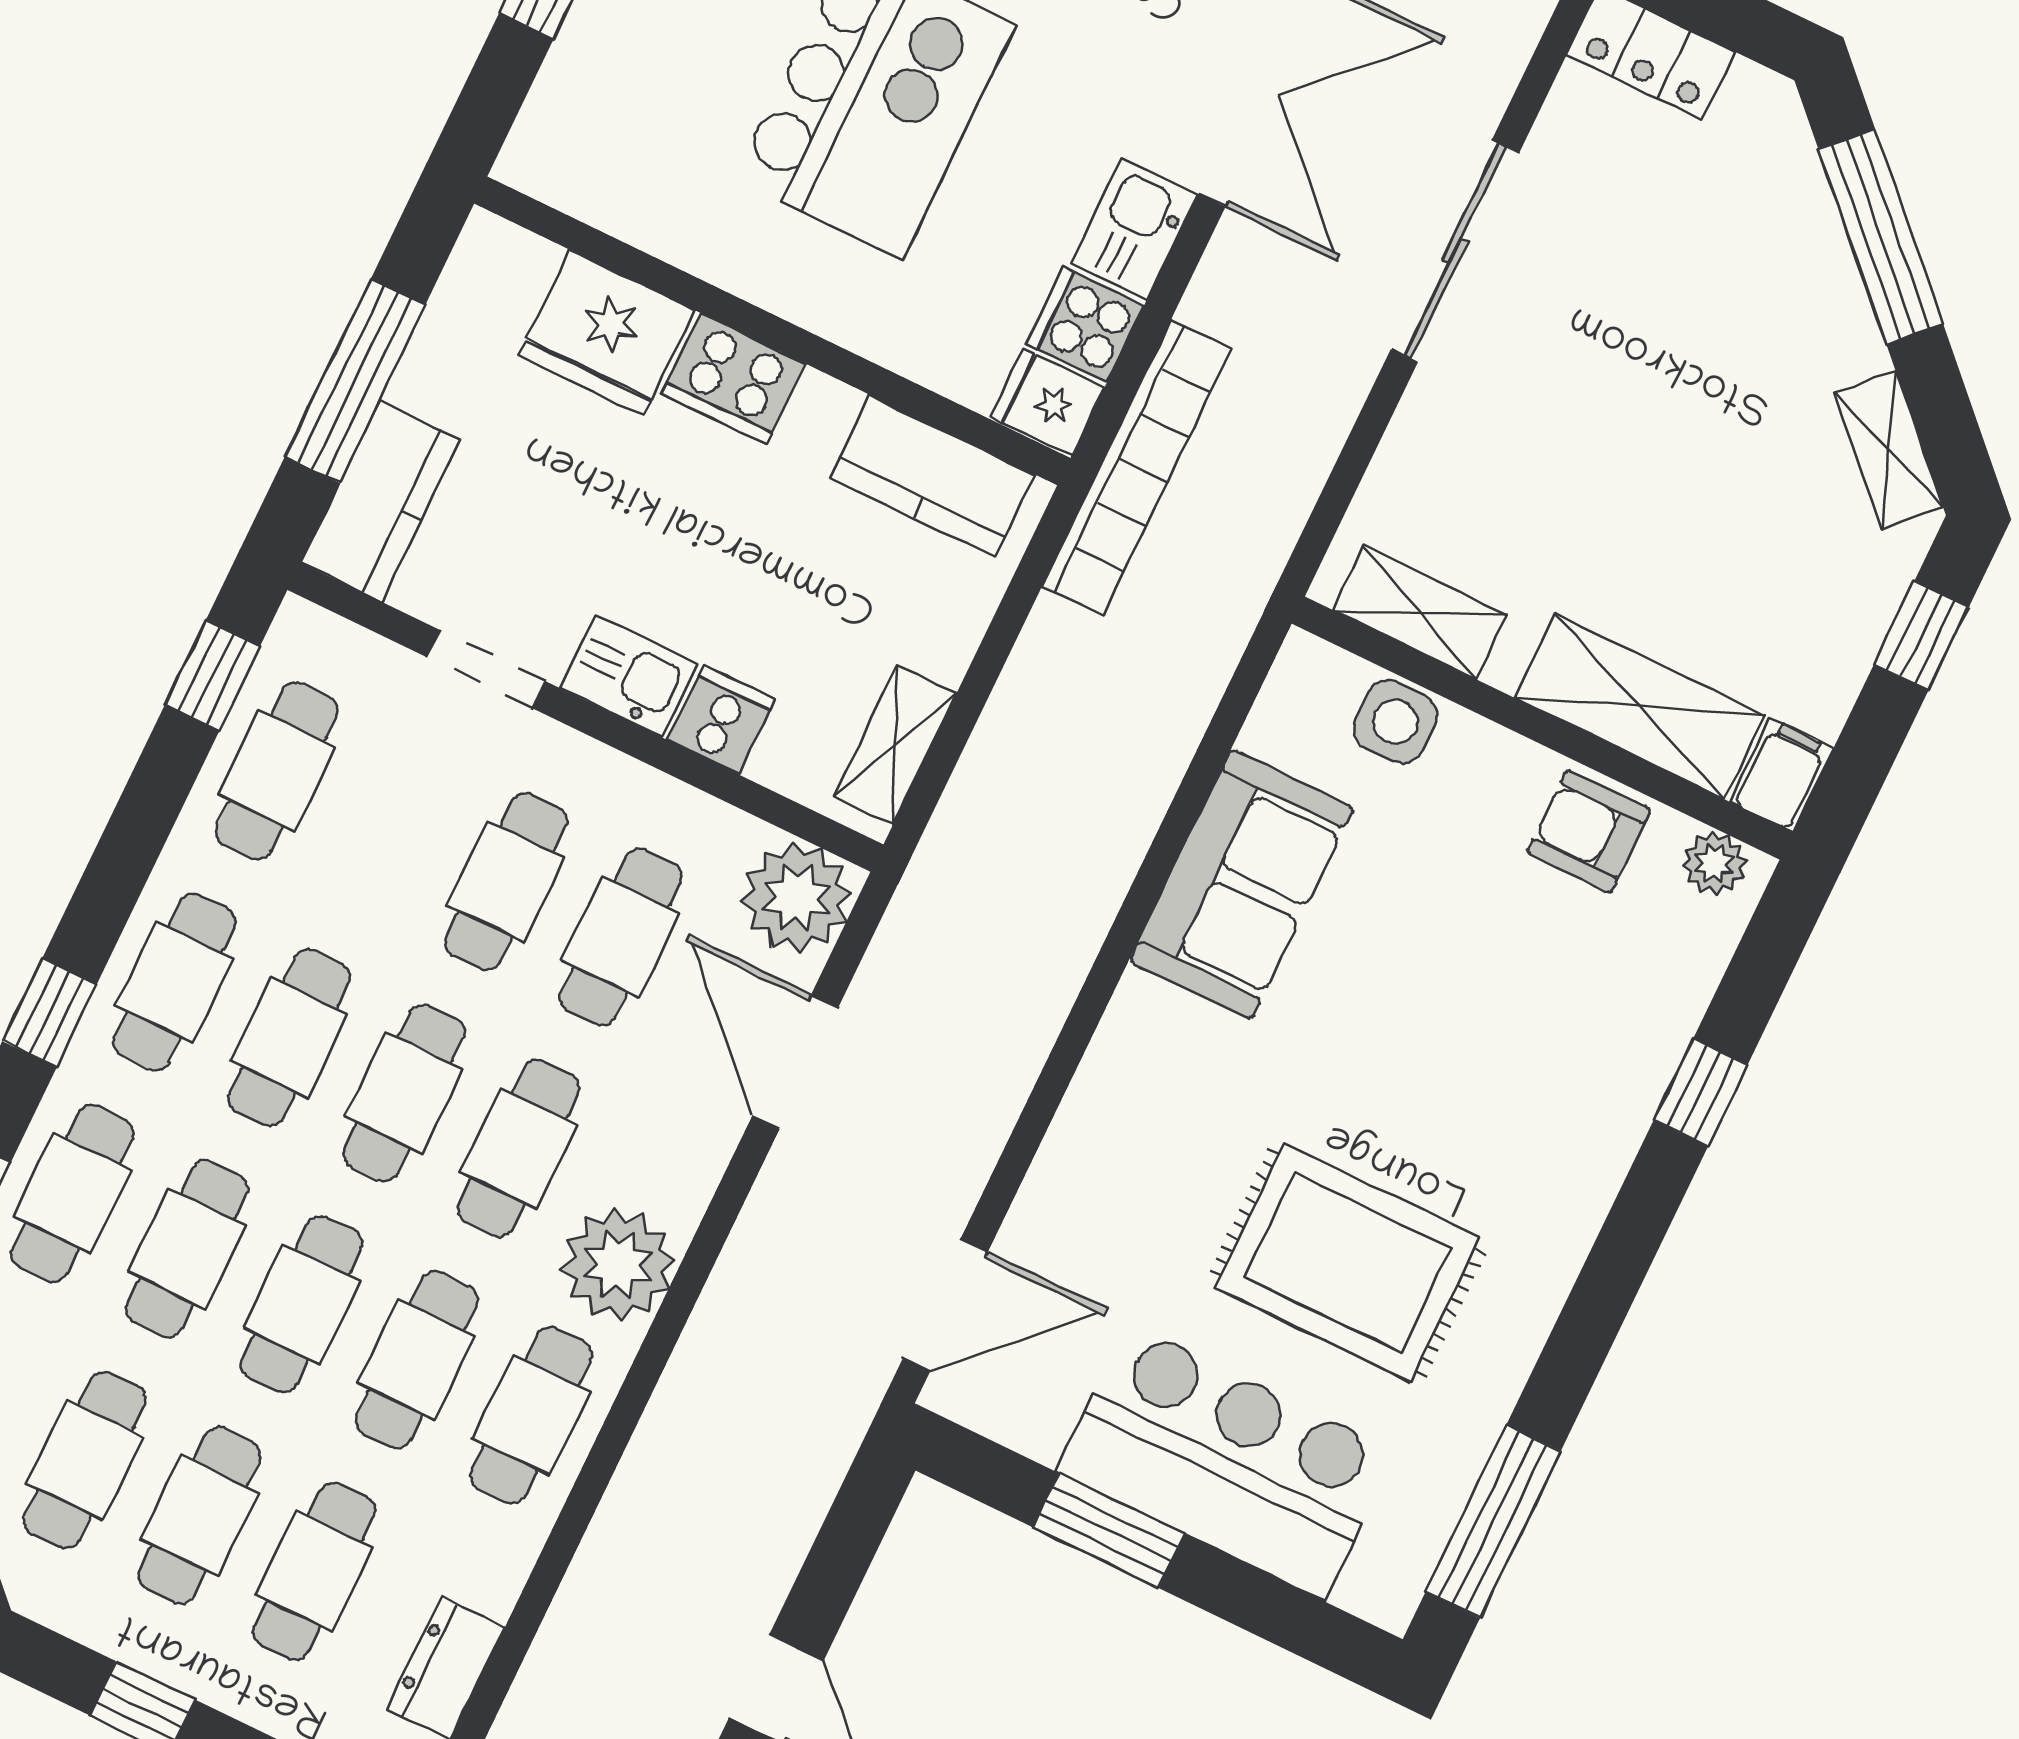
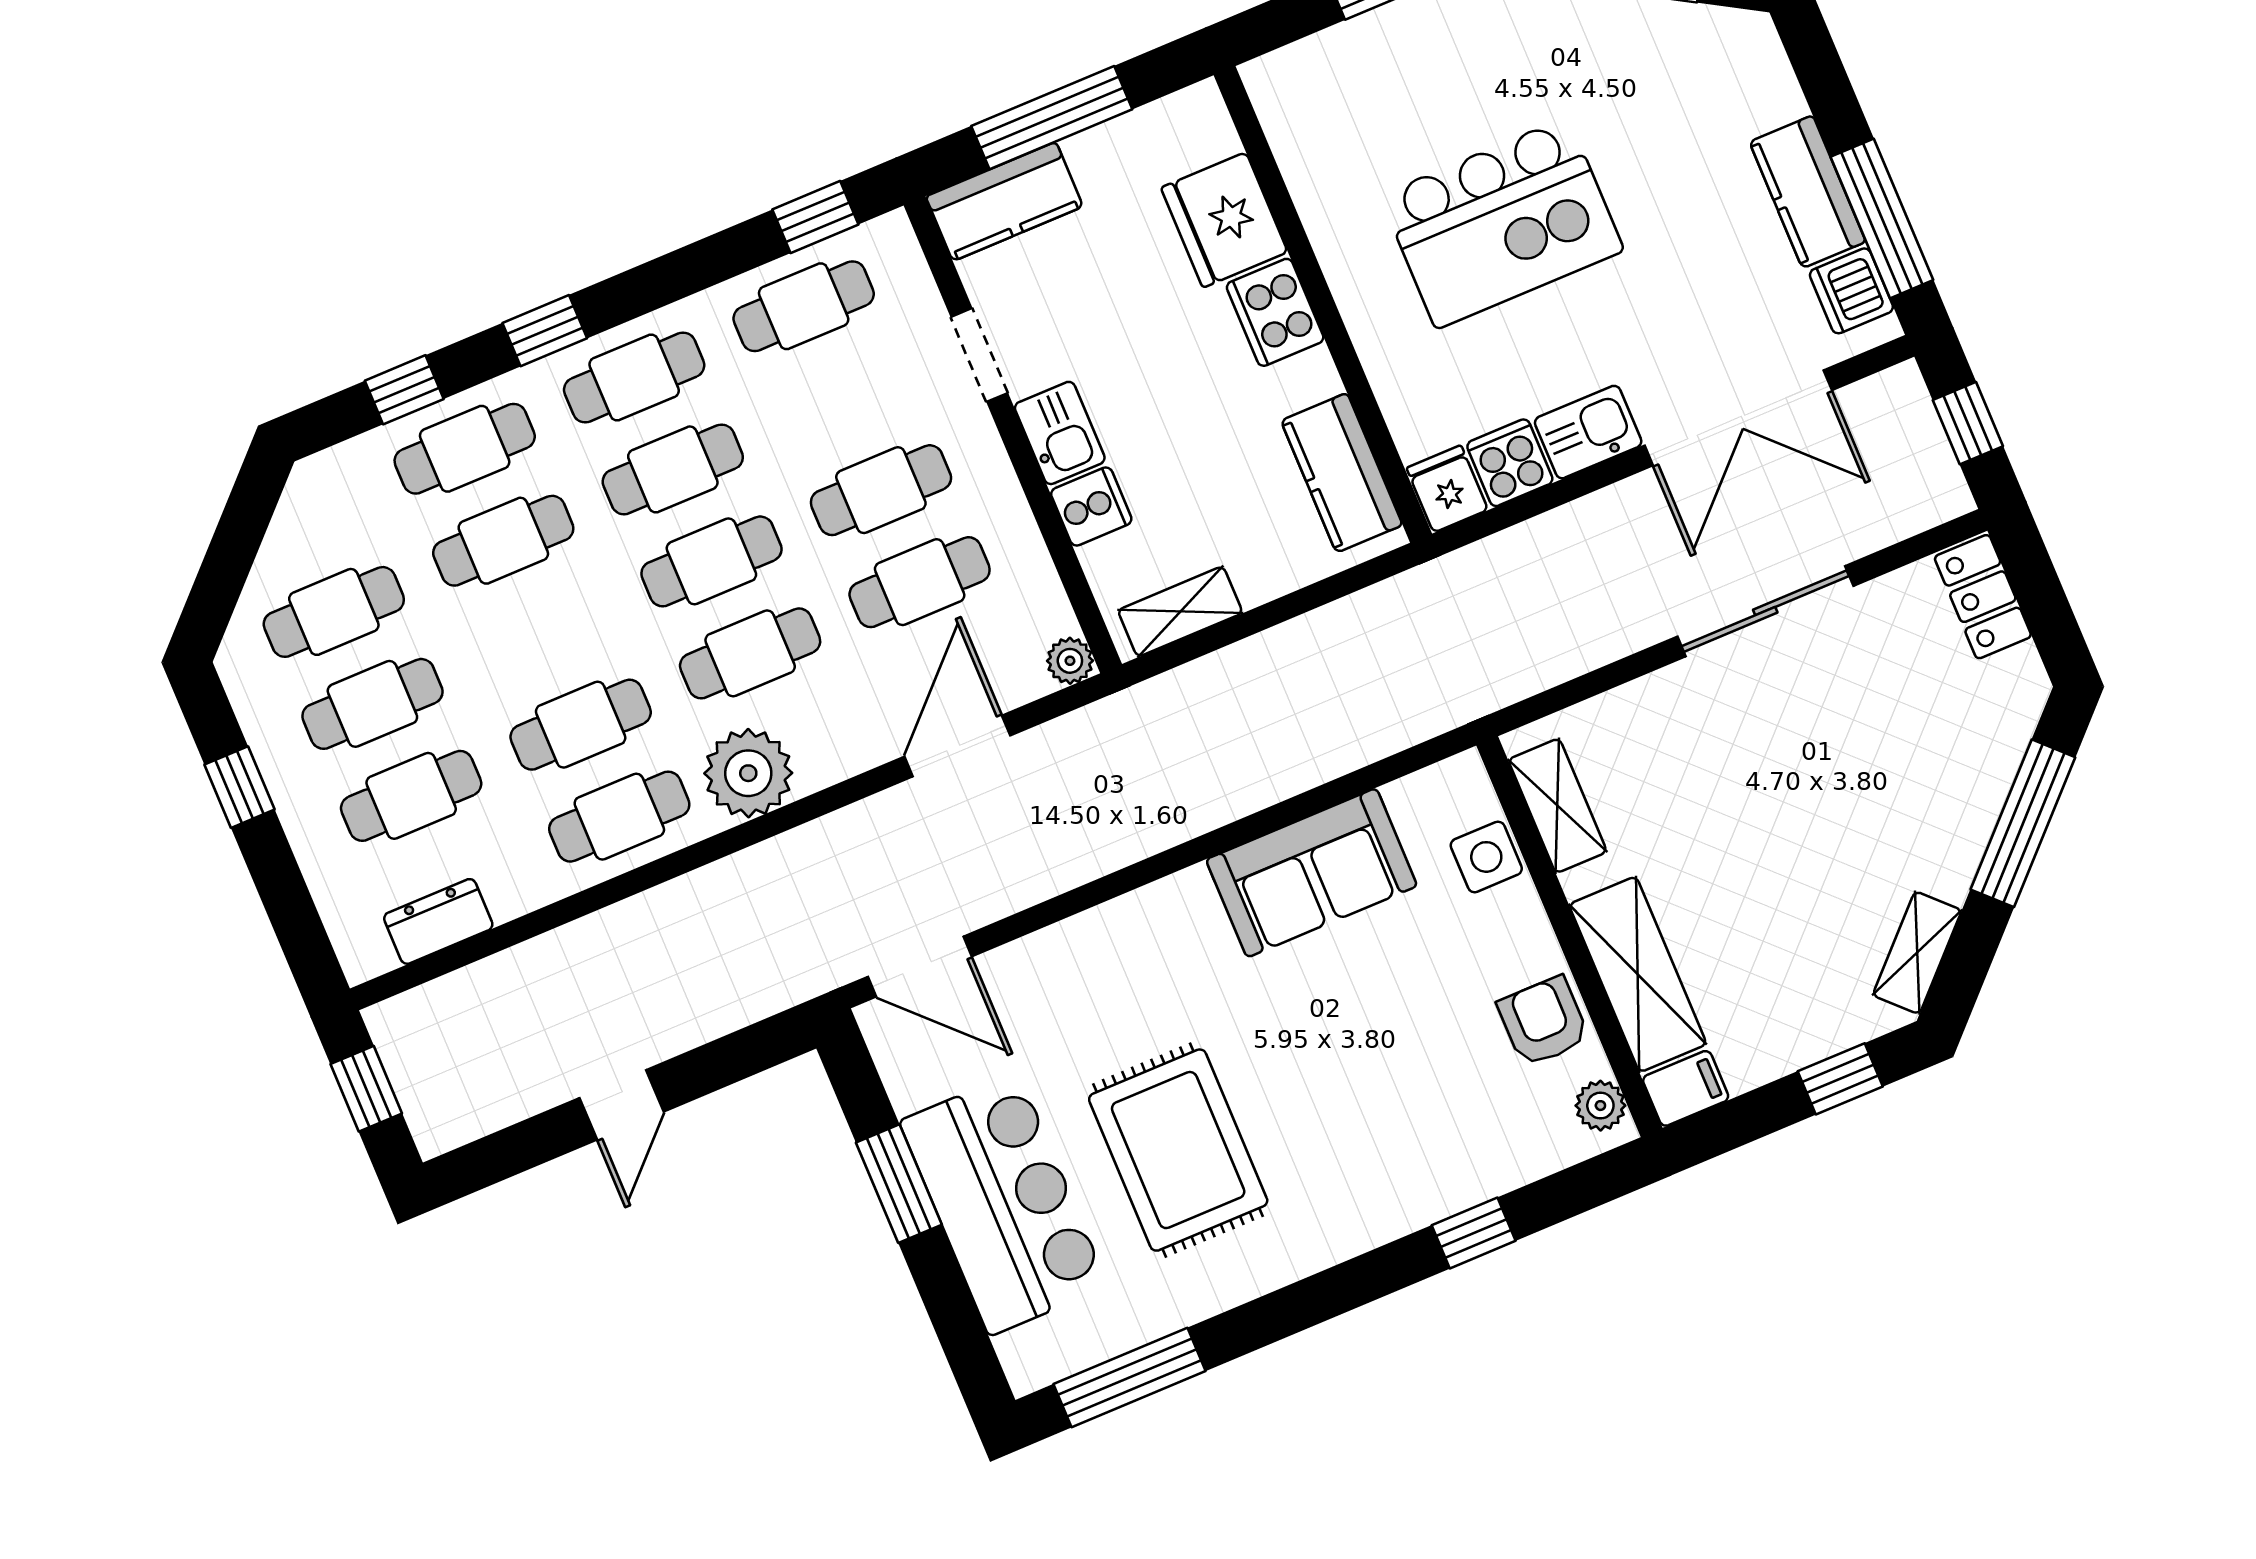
bookcase: (1137, 467) -> (1466, 574), removed
plant: (796, 897) -> (1070, 661), width x0.53, depth x0.53
cafe table: (302, 1304) -> (542, 633), removed

